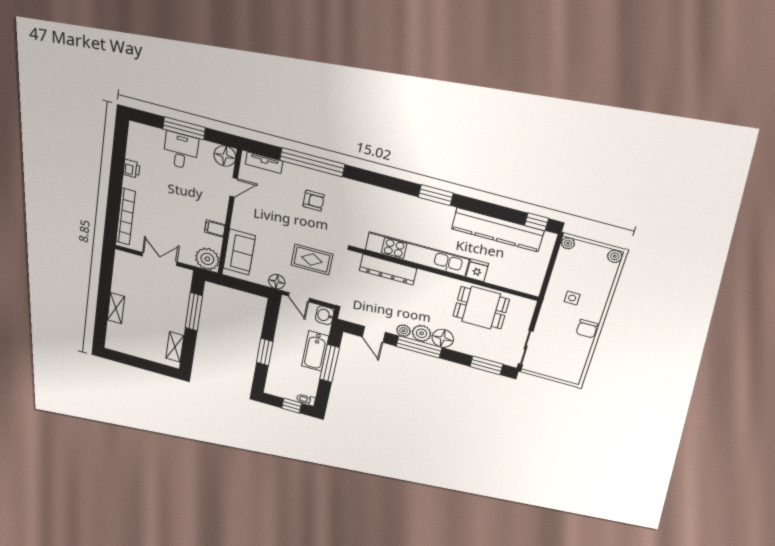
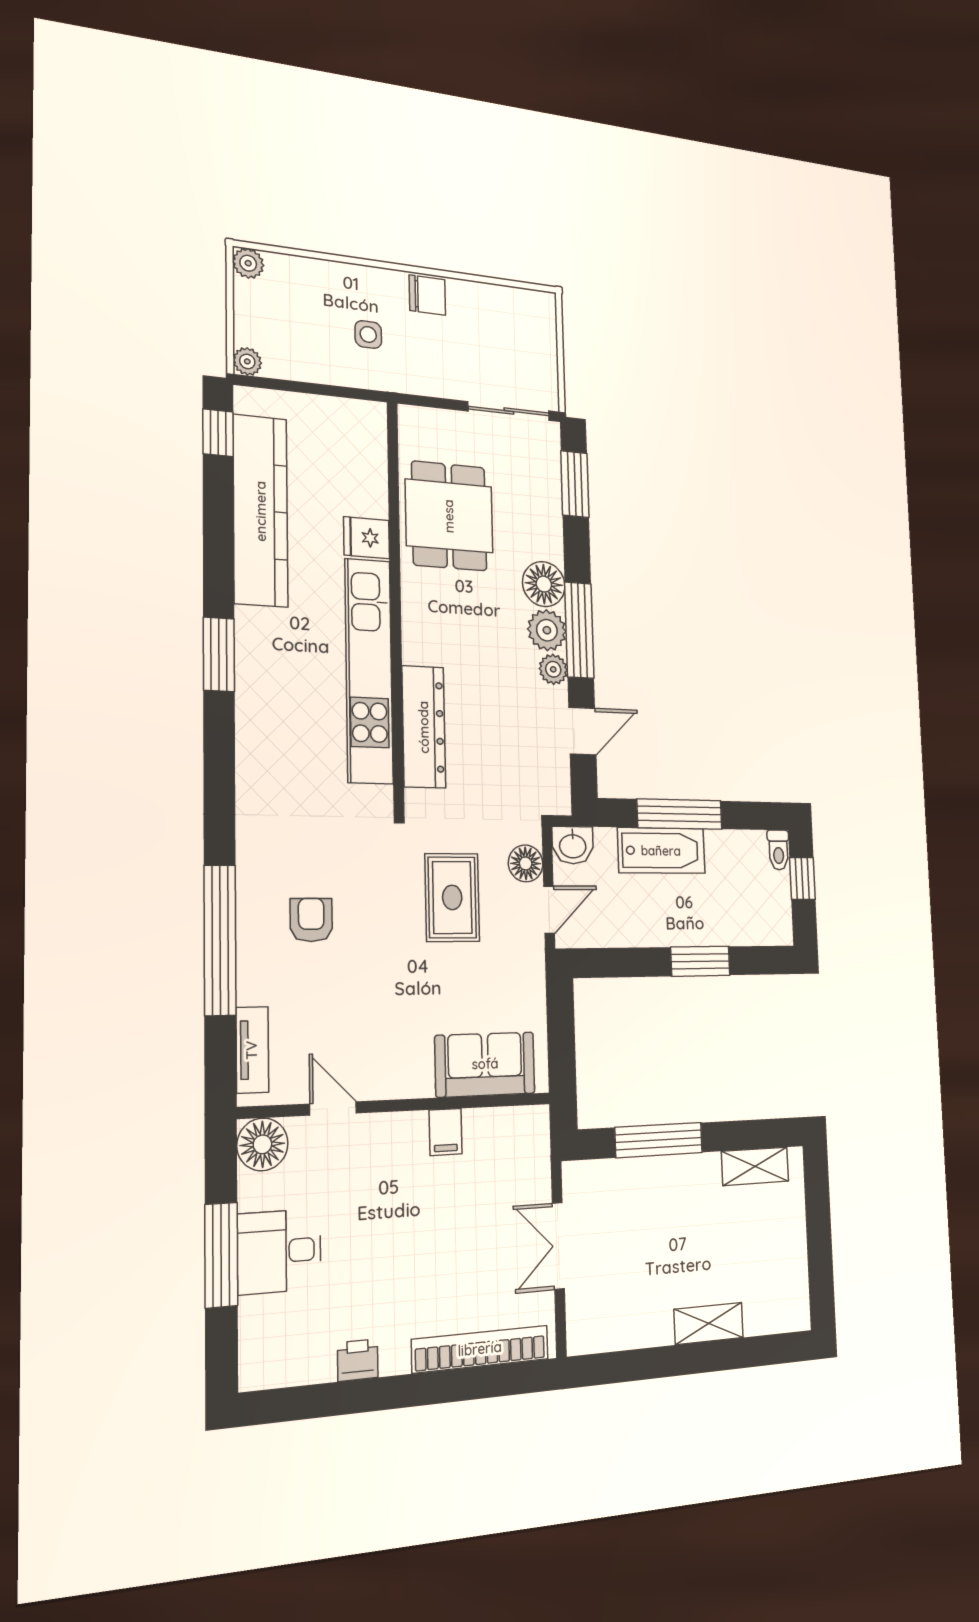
plant: (207, 259) -> (524, 1134), removed
floor lamp: (277, 282) -> (526, 863), moved

